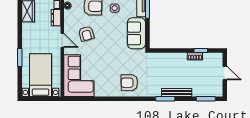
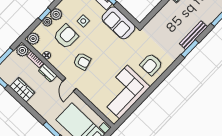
door: (62, 40) -> (70, 85), swing flipped
corner sofa: (79, 76) -> (123, 92), moved, turned -90

